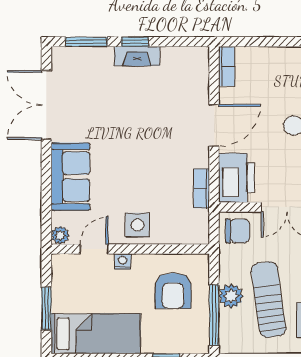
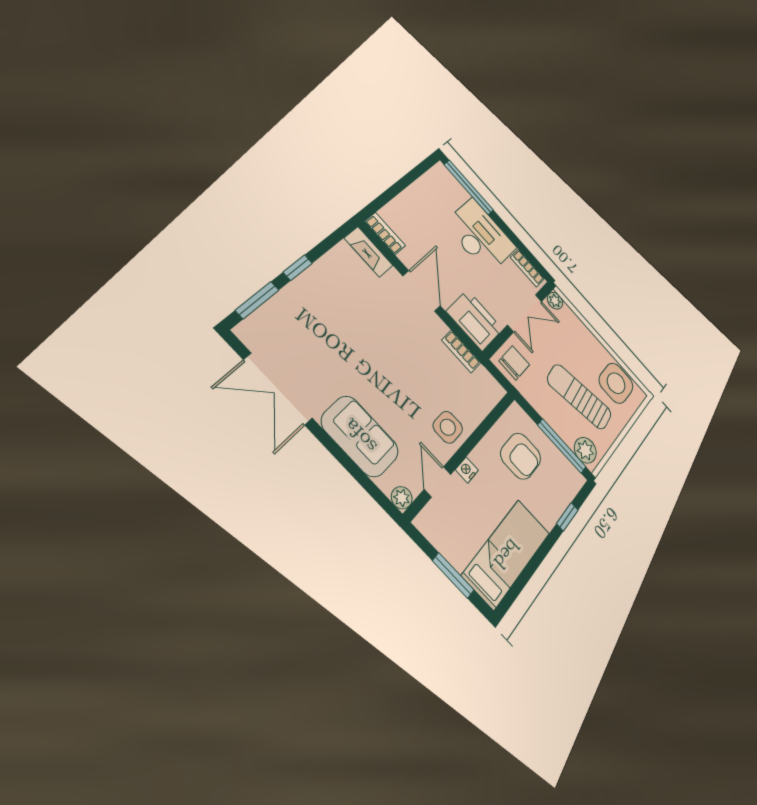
fireplace: (137, 56) -> (369, 252), moved, turned 90
plant: (231, 296) -> (585, 450), moved

